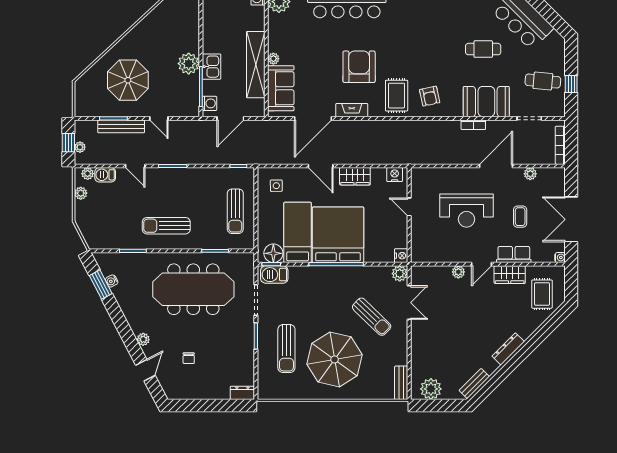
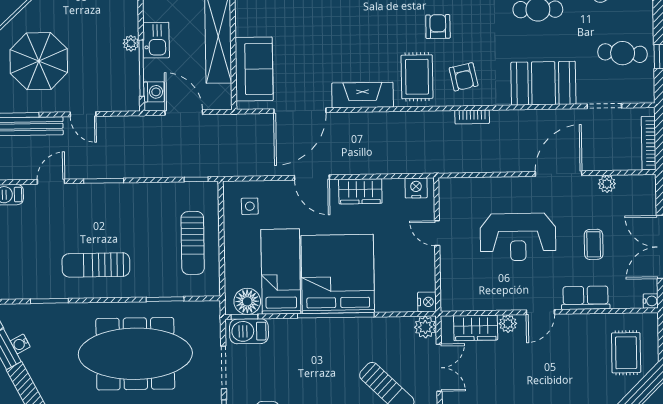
plant: (273, 59) -> (243, 28), removed
plant: (189, 64) -> (131, 43), width x0.53, depth x0.53
armchair: (359, 67) -> (438, 27), moved, width x0.53, depth x0.53
fireplace: (352, 110) -> (363, 95), width x1.37, depth x1.32
door: (230, 118) -> (184, 113), swing flipped
bookcase: (473, 125) -> (472, 117), moved
door: (135, 166) -> (51, 182), swing flipped
wardrobe: (510, 275) -> (476, 328), moved

